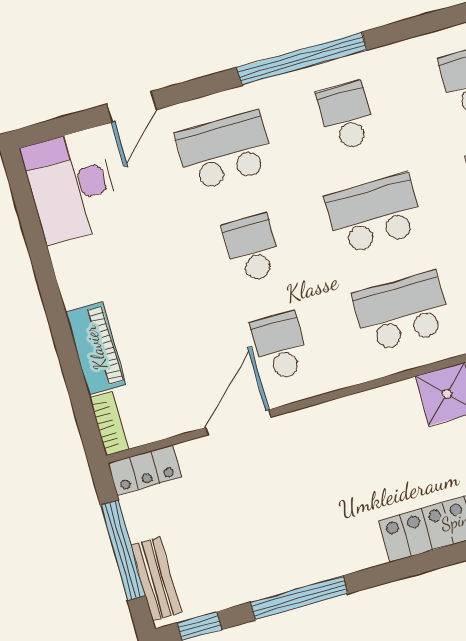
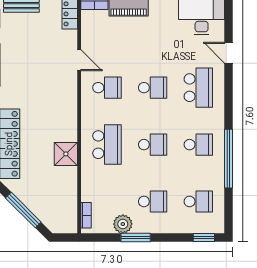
window: (302, 59) -> (229, 159), moved
school desk: (374, 214) -> (153, 145), width x0.54
door: (238, 422) -> (79, 60), width x0.73

